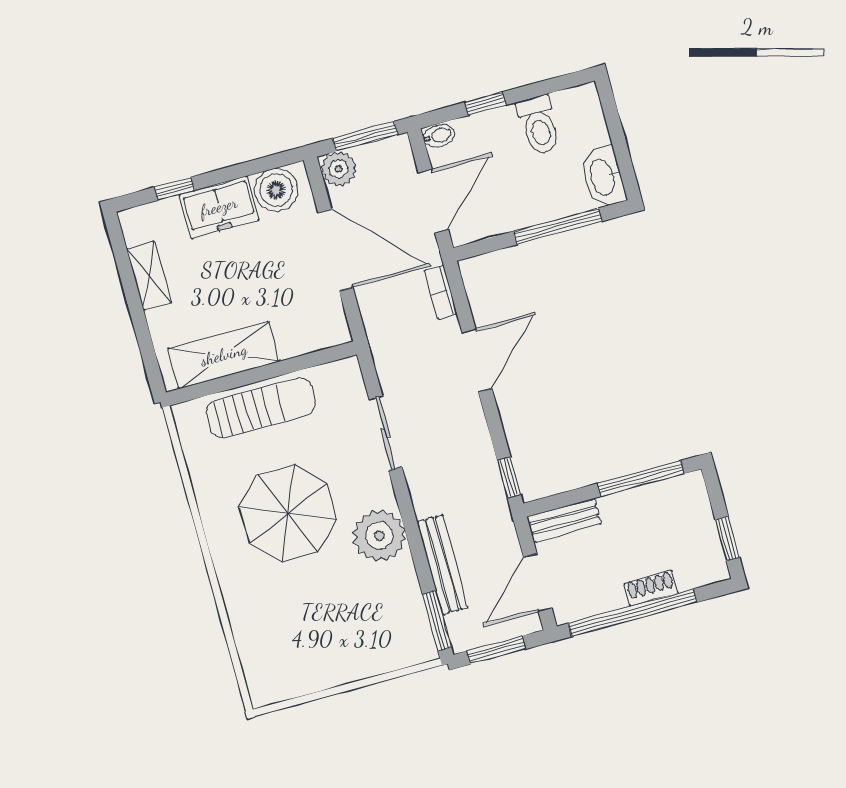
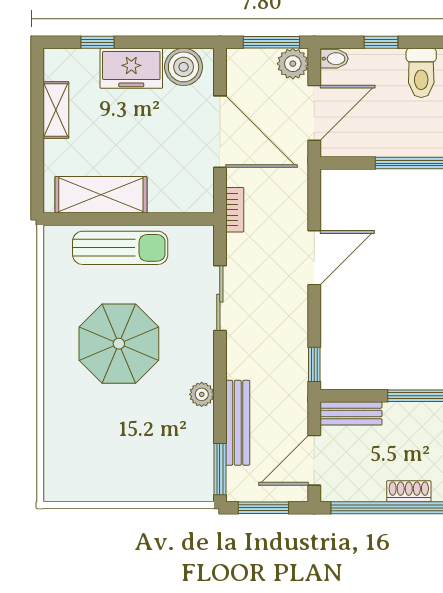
plant: (339, 169) -> (293, 64), moved
bookcase: (441, 292) -> (235, 210), moved, turned 180
plant: (379, 536) -> (202, 394), width x0.53, depth x0.53

